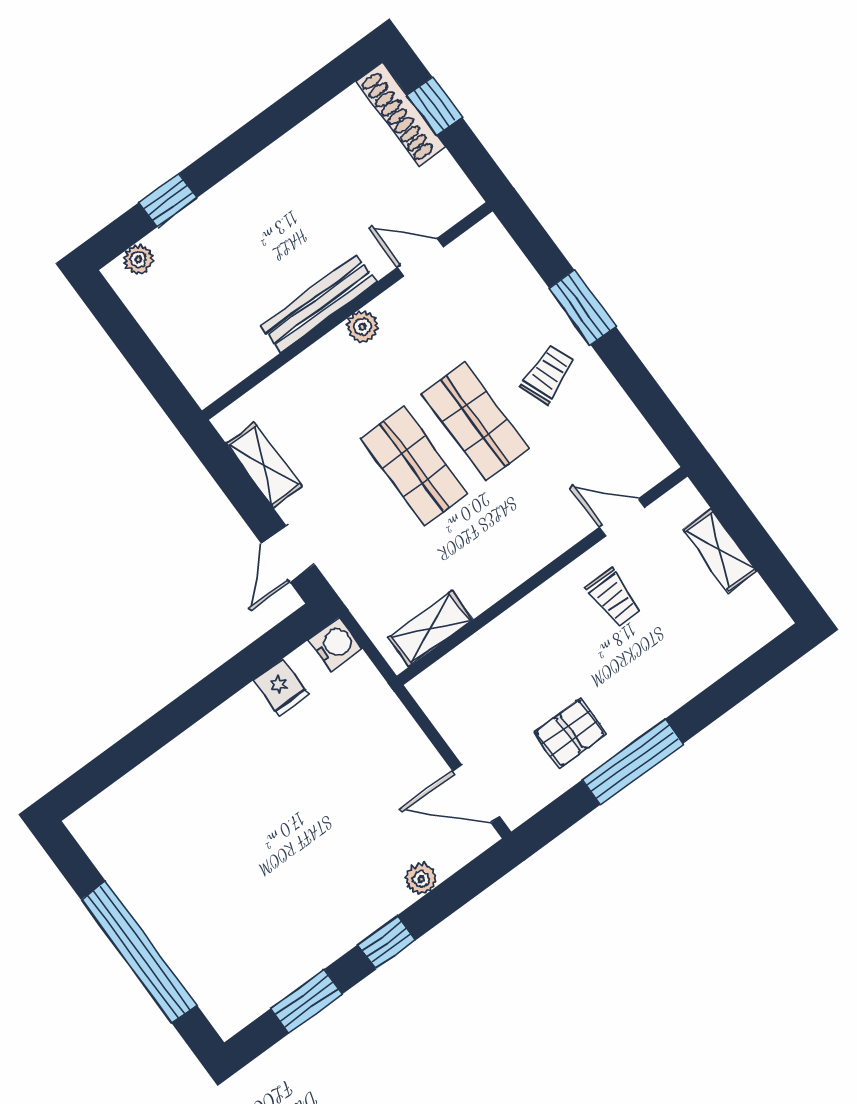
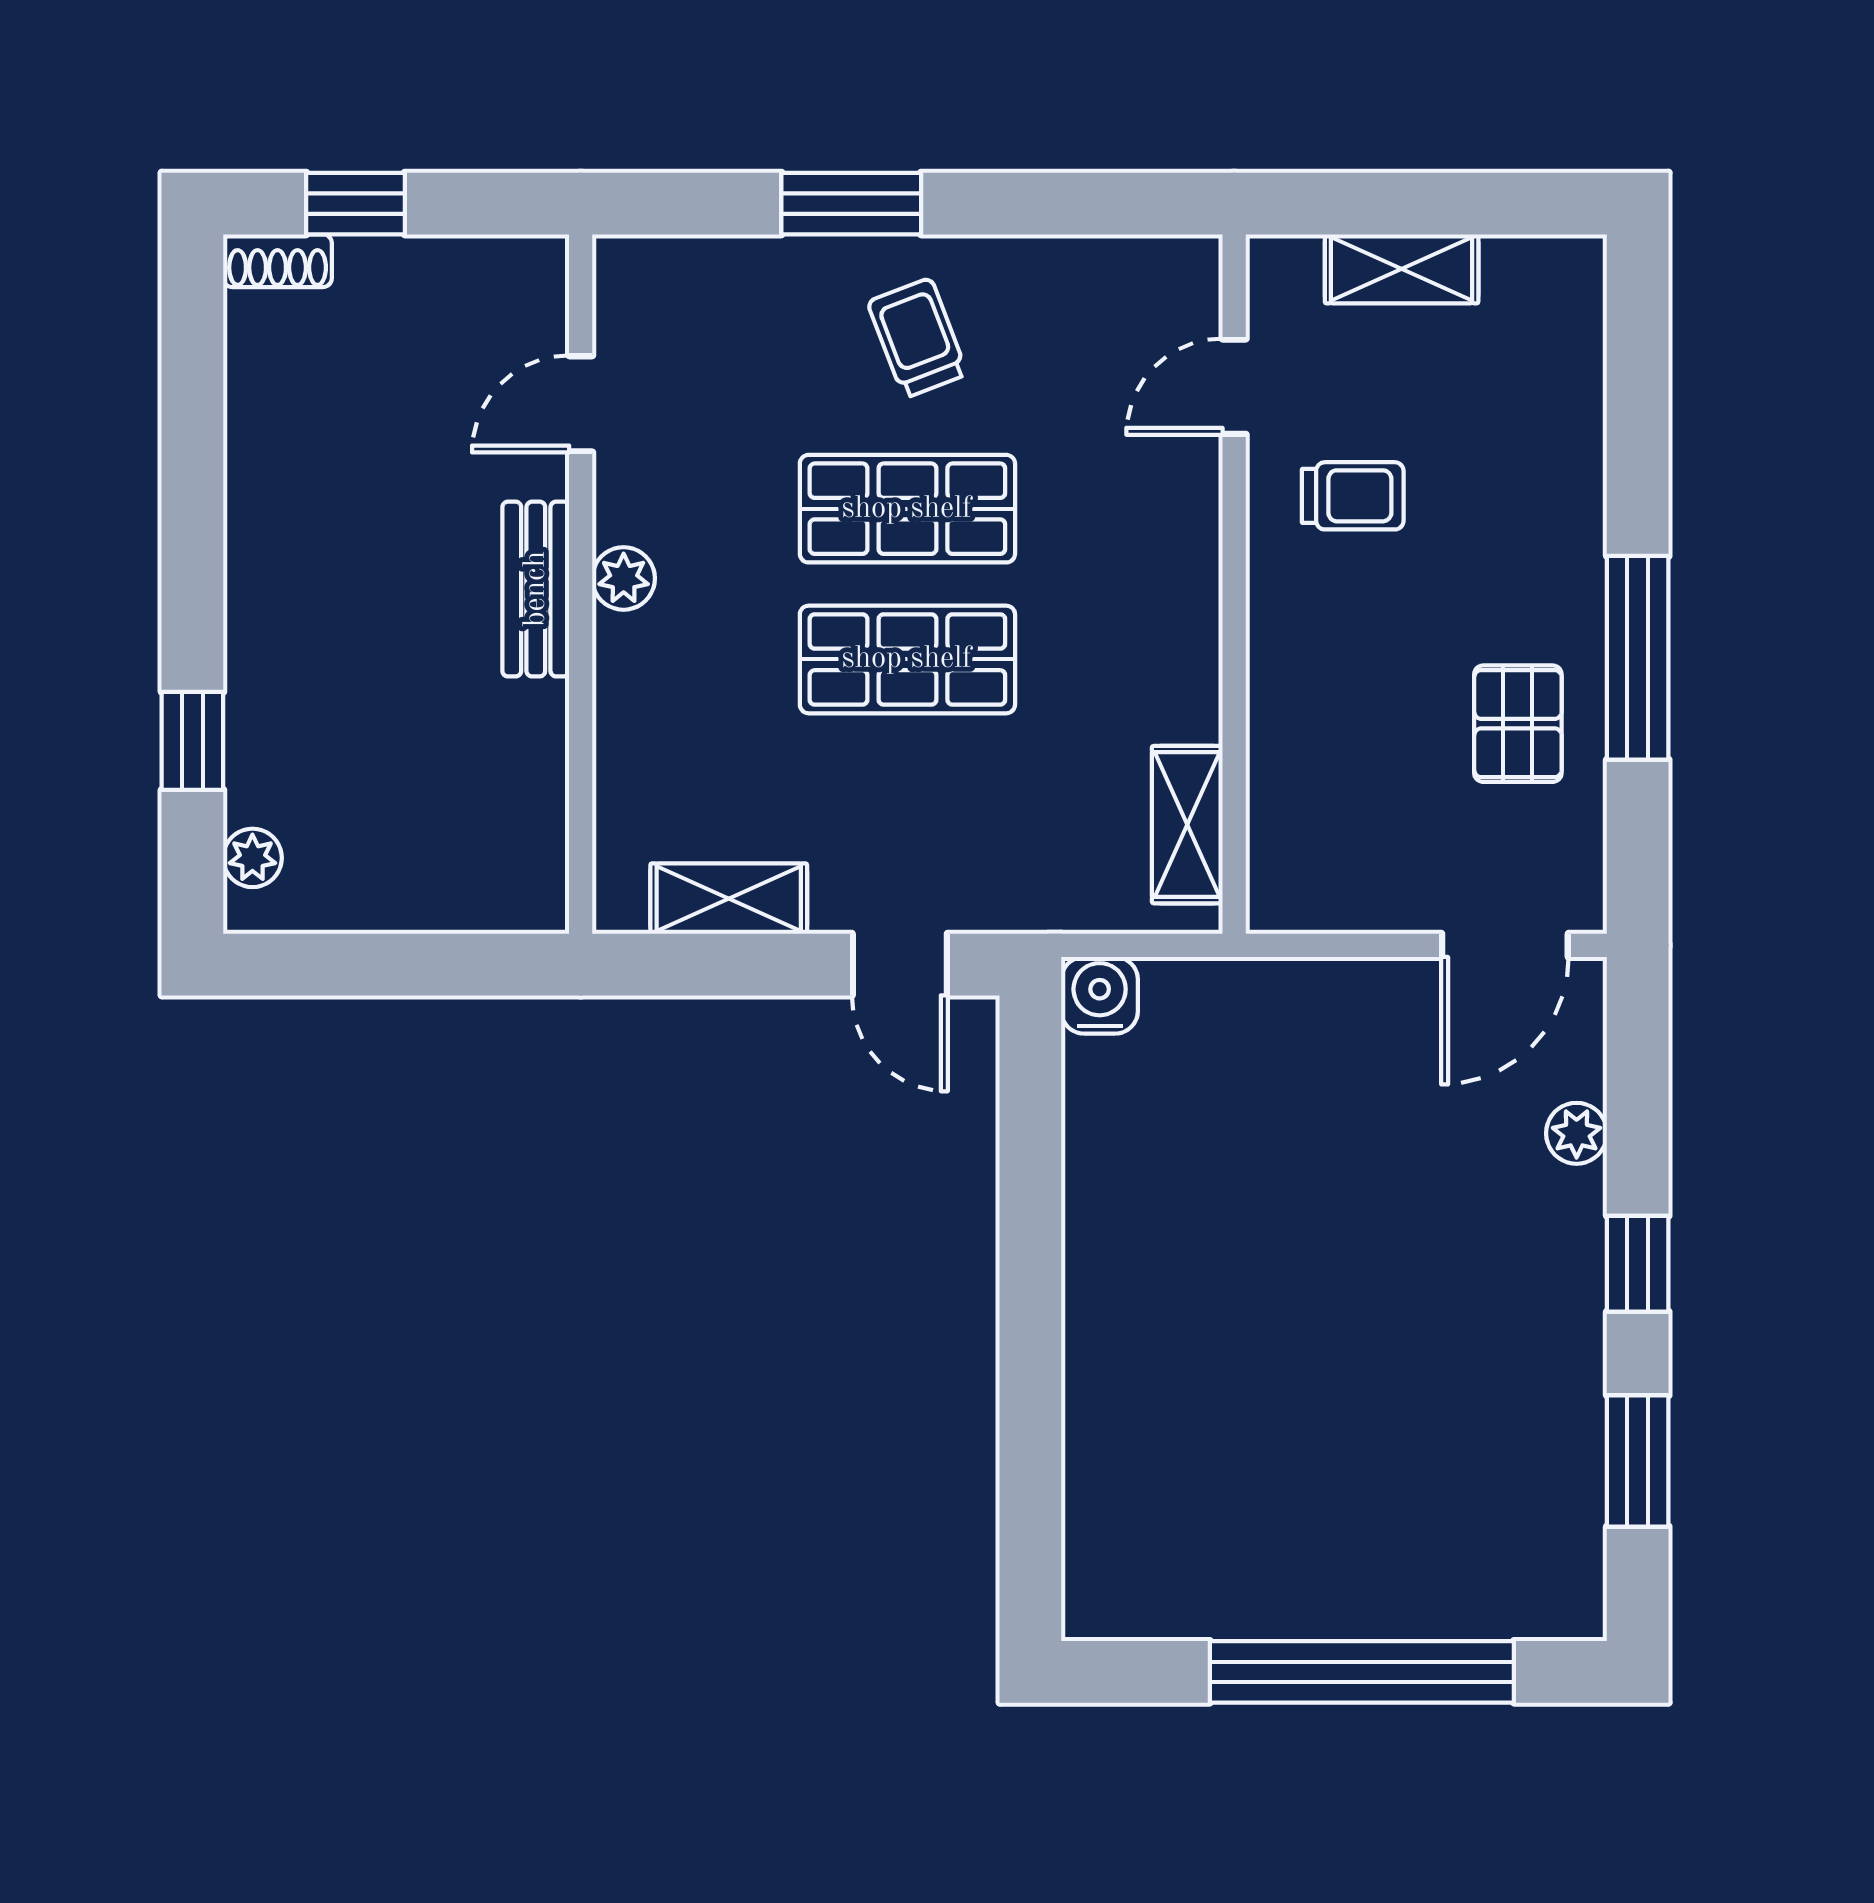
shoe rack: (401, 114) -> (278, 261), width x0.51, depth x0.81
bench: (319, 304) -> (536, 589), width x0.73
fridge: (281, 688) -> (1106, 1133), removed

